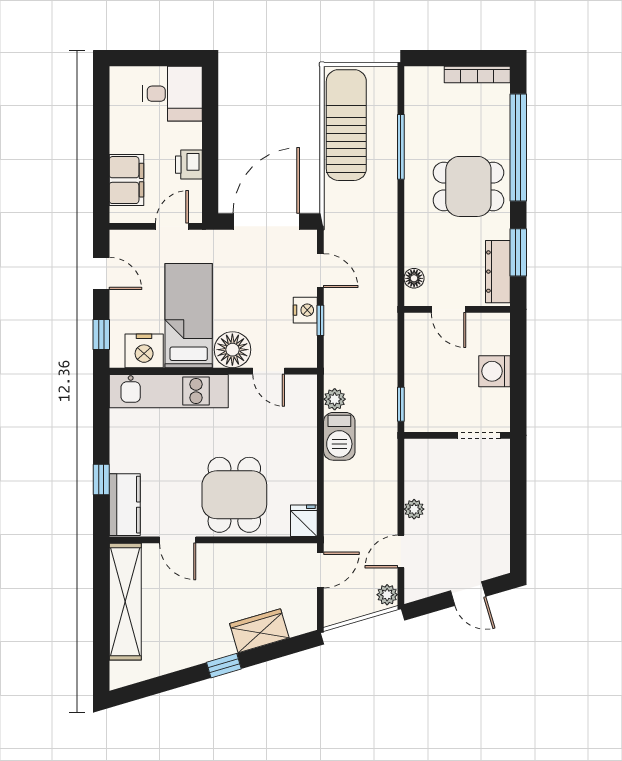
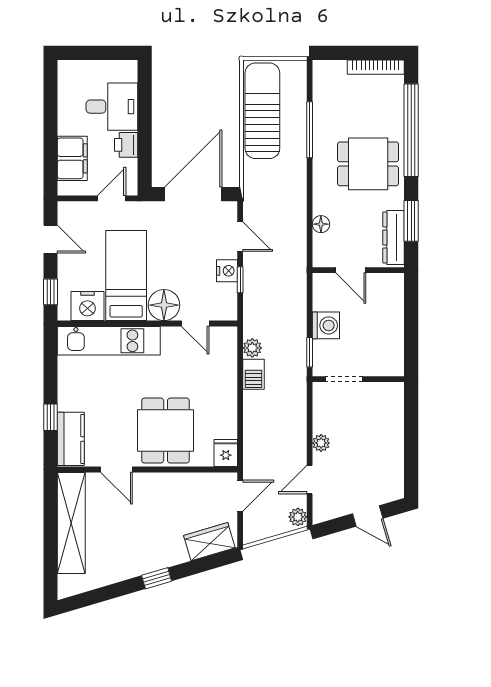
desk: (172, 94) -> (112, 107), moved
floor lamp: (414, 278) -> (321, 224), moved
washing machine: (495, 371) -> (326, 325), moved, turned 180
doorway: (479, 435) -> (344, 379), moved
barbecue: (339, 436) -> (254, 374), width x0.73, depth x0.79
wardrobe: (259, 631) -> (209, 542), moved

